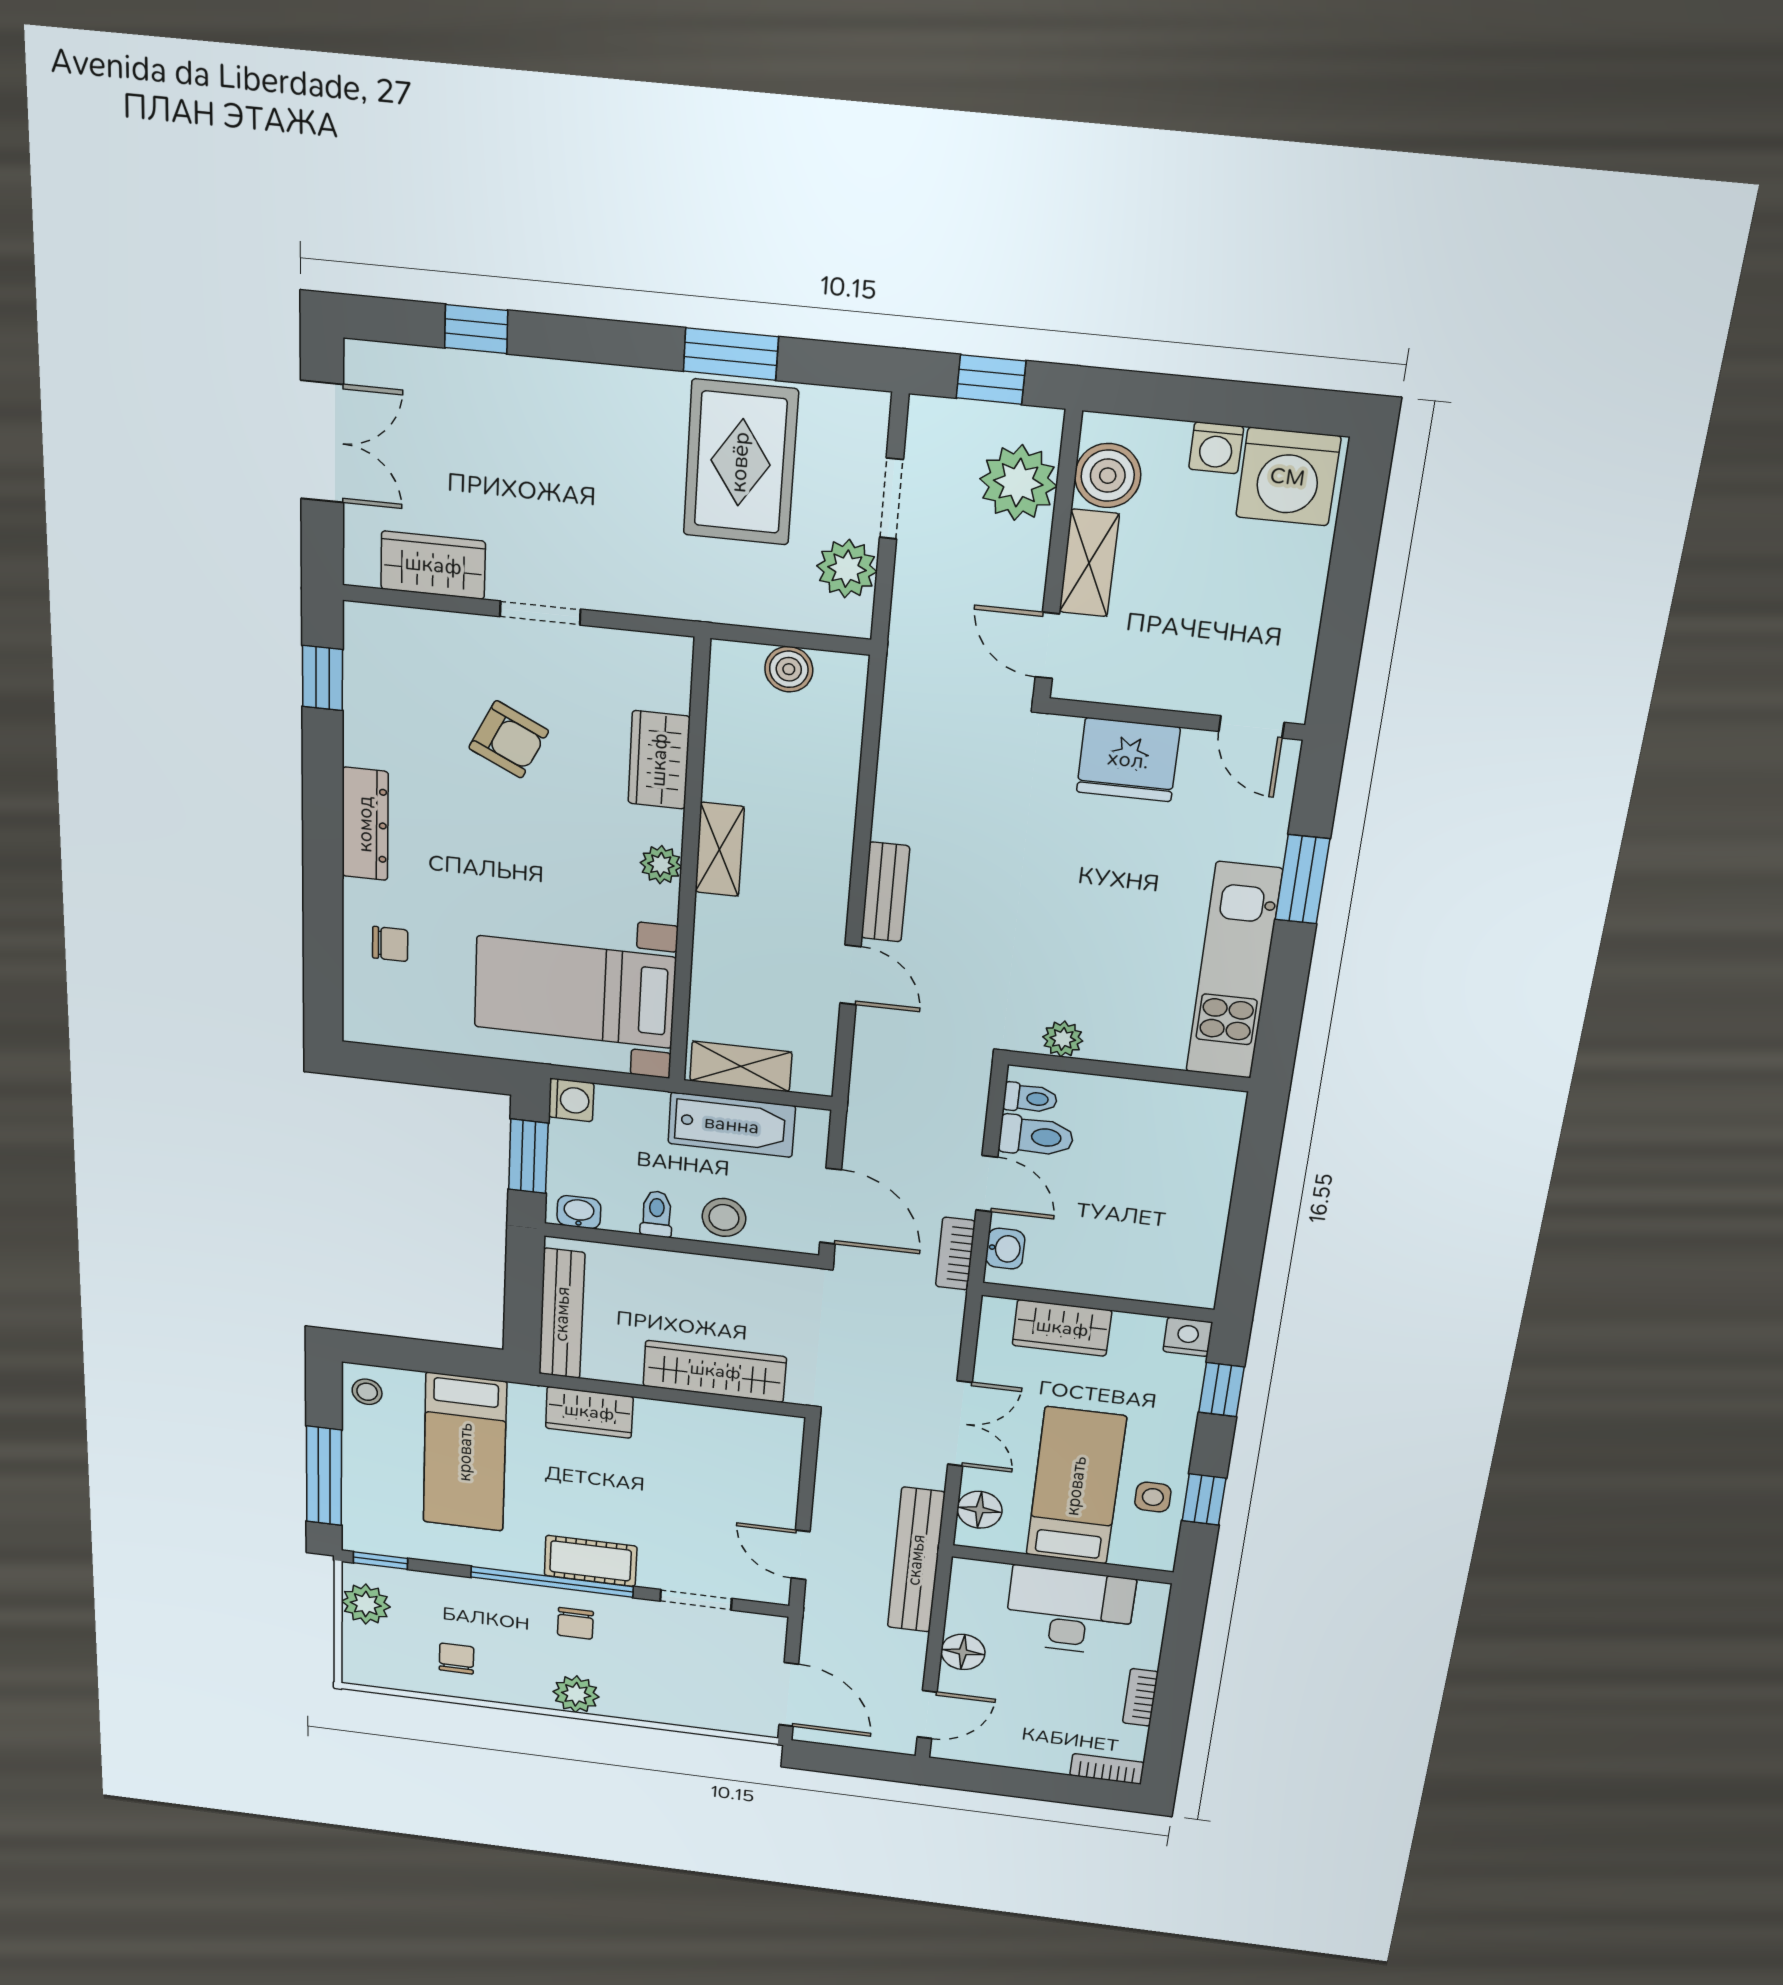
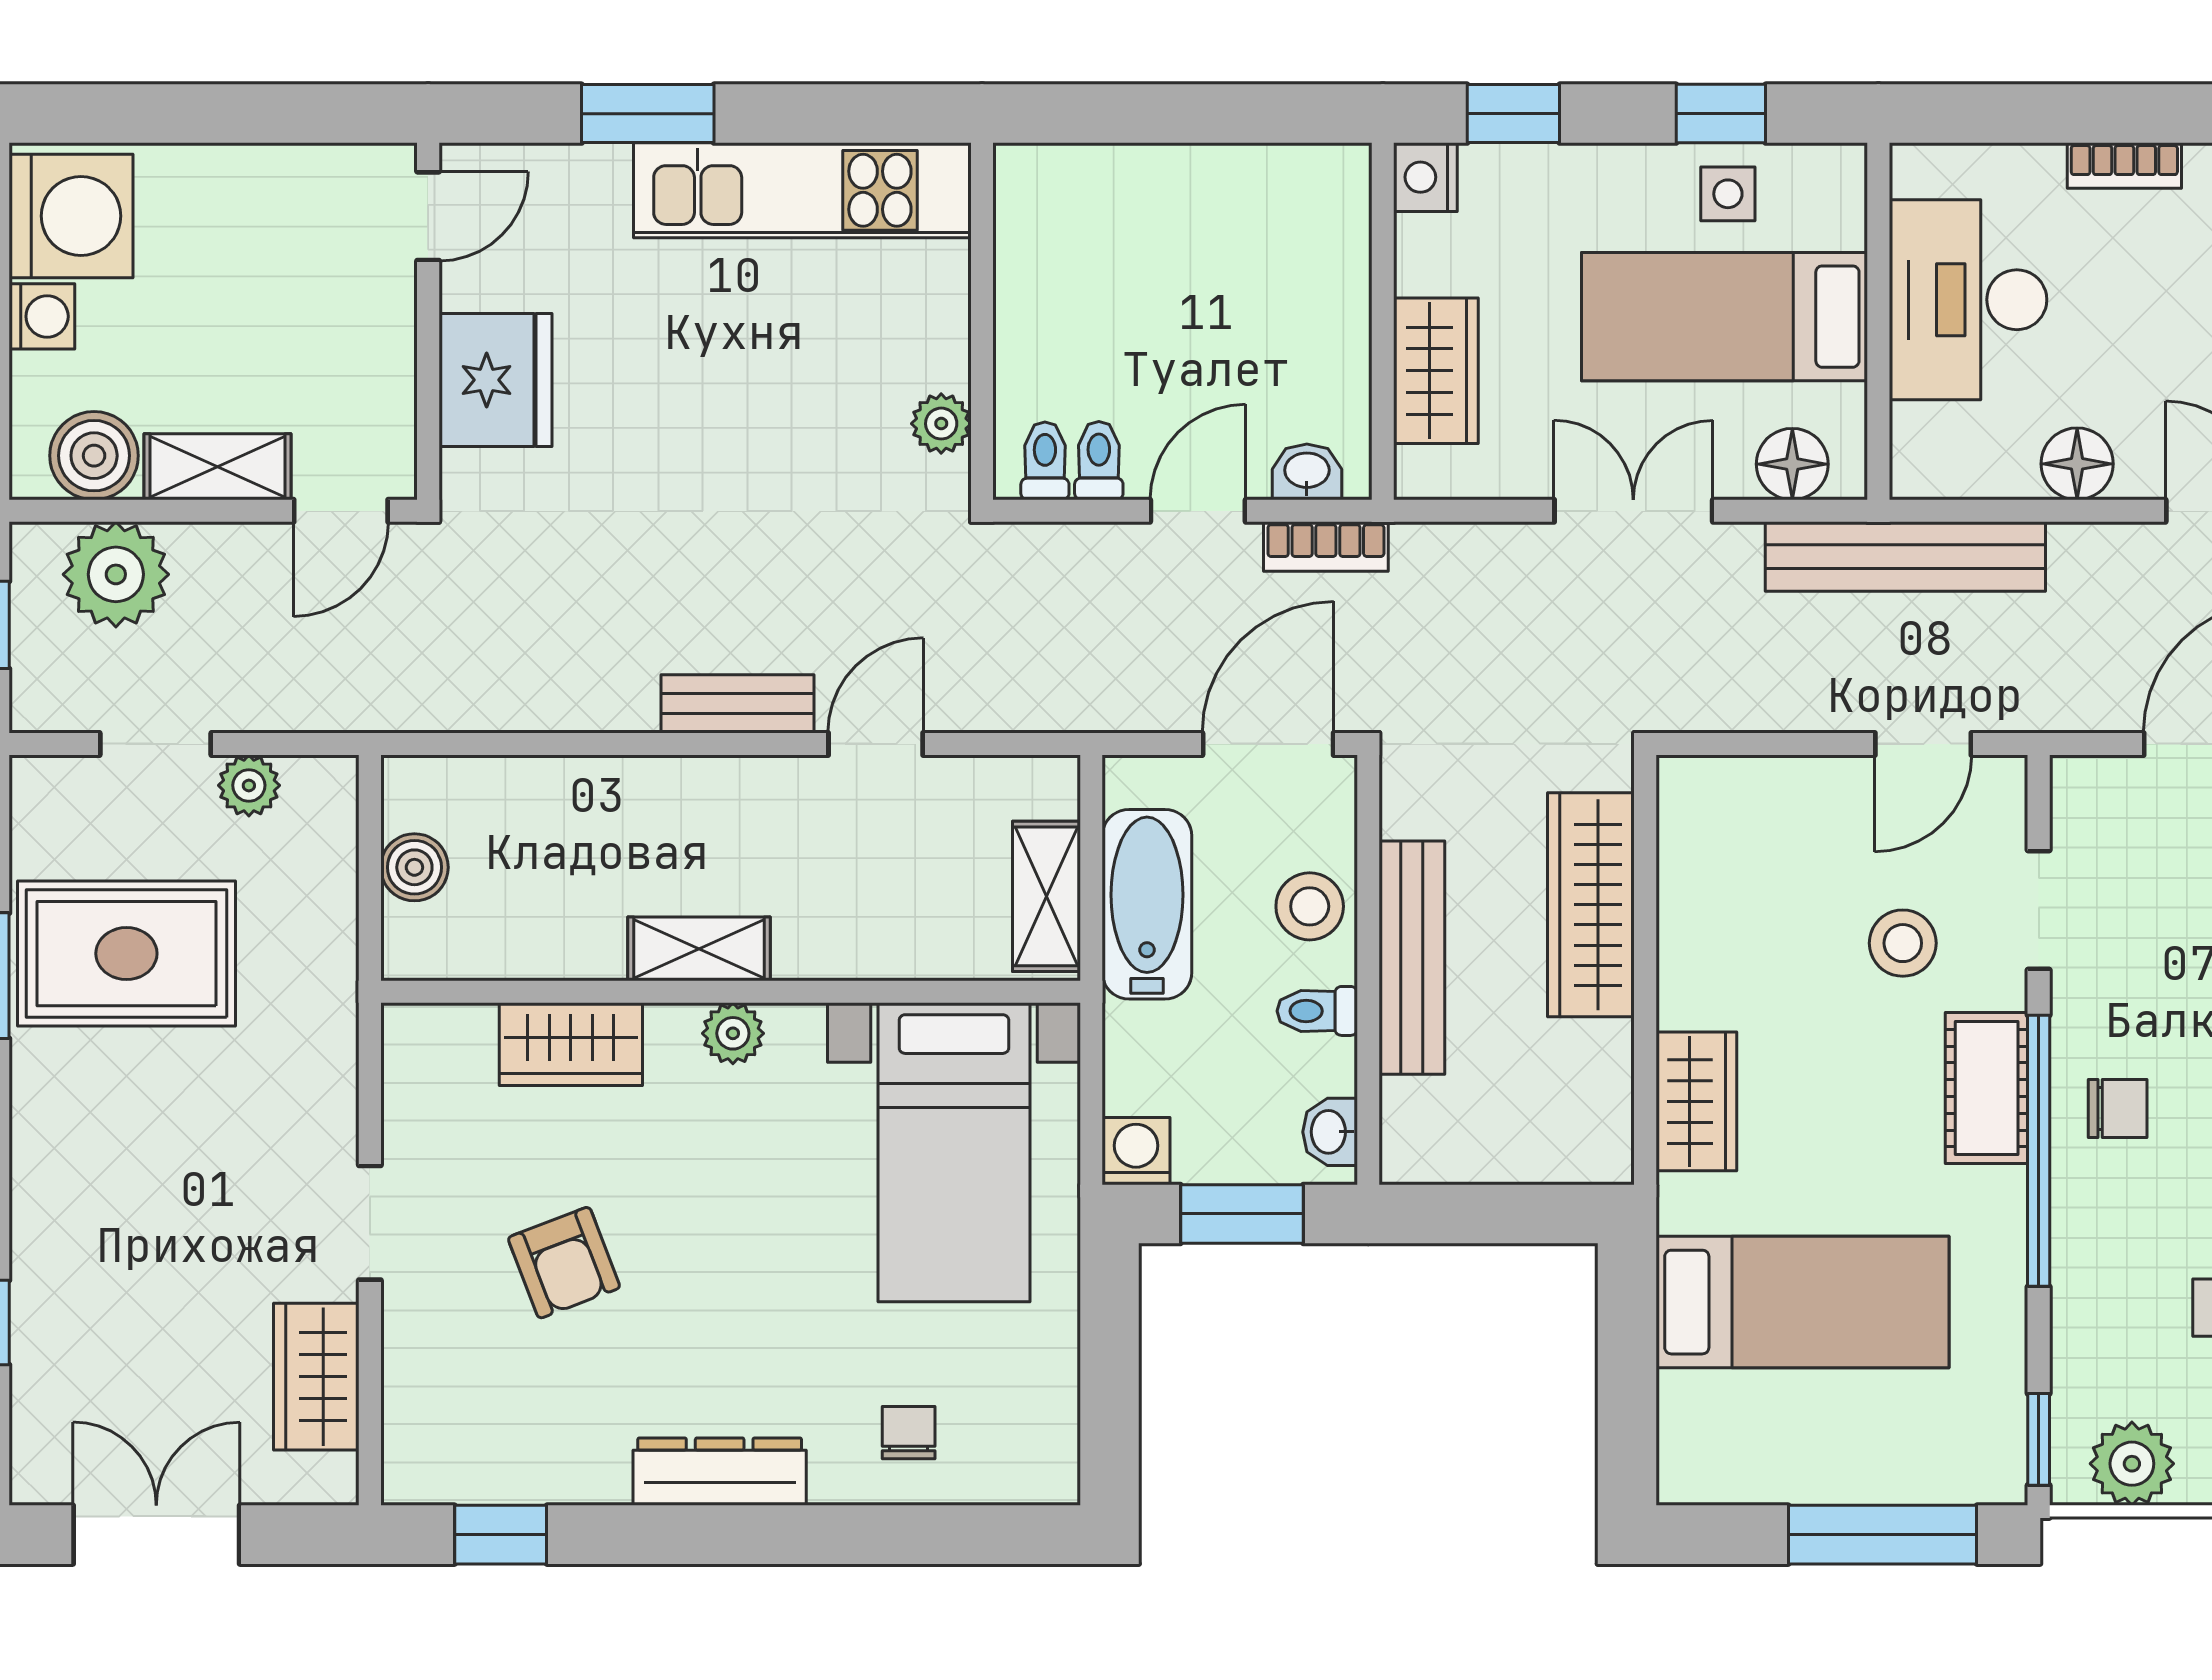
plant: (847, 569) -> (249, 785), width x0.73, depth x0.73
armchair: (509, 739) -> (564, 1263), turned 133
toilet: (1036, 1136) -> (1099, 461), width x0.73, depth x0.72
bench: (562, 1314) -> (1412, 958), moved, turned 90
stool: (367, 1392) -> (1903, 943), moved, width x1.37, depth x1.37

